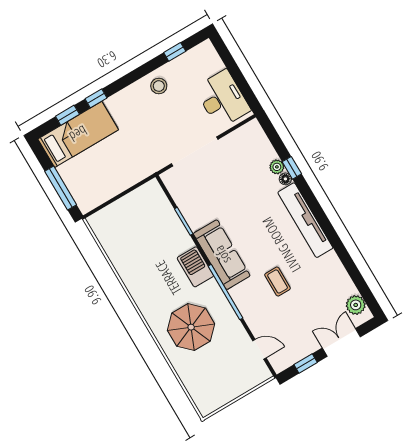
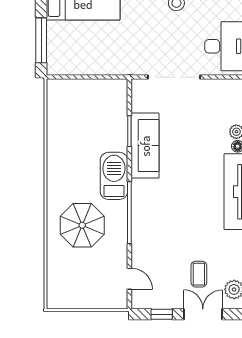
sofa: (222, 255) -> (145, 146), moved
barbecue: (195, 267) -> (114, 176), width x1.37, depth x1.21
coffee table: (278, 281) -> (199, 274), moved

